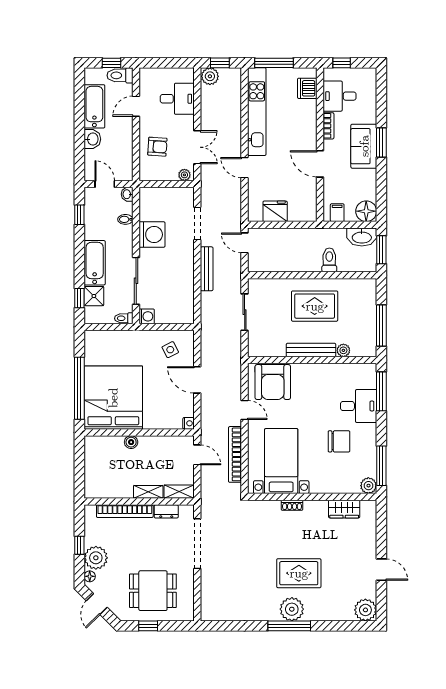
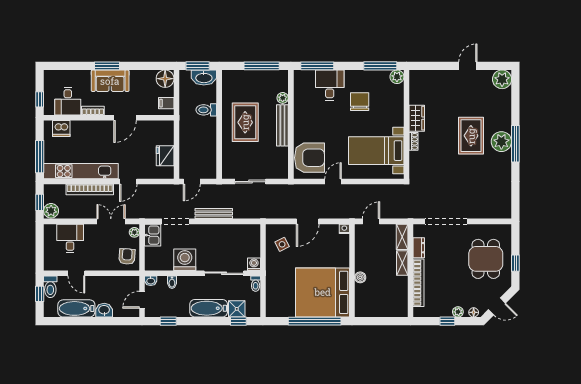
armchair: (157, 147) -> (127, 257), moved
kitchen sink: (181, 197) -> (153, 235), added
washbasin: (362, 237) -> (204, 78), moved, turned 90
bookcase: (235, 454) -> (90, 190), moved
wardrobe: (344, 509) -> (417, 118), moved
plant: (96, 558) -> (458, 312), width x0.53, depth x0.53

